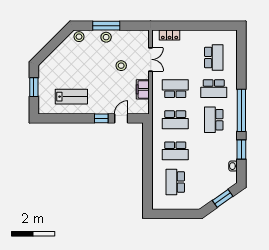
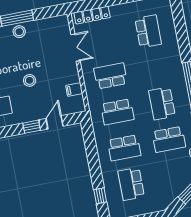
locker: (170, 35) -> (92, 15), width x1.53
stool: (121, 66) -> (30, 80), moved
filing cabinet: (143, 89) -> (74, 90), width x0.50
school desk: (214, 89) -> (169, 139), moved
window: (148, 187) -> (100, 196), added

